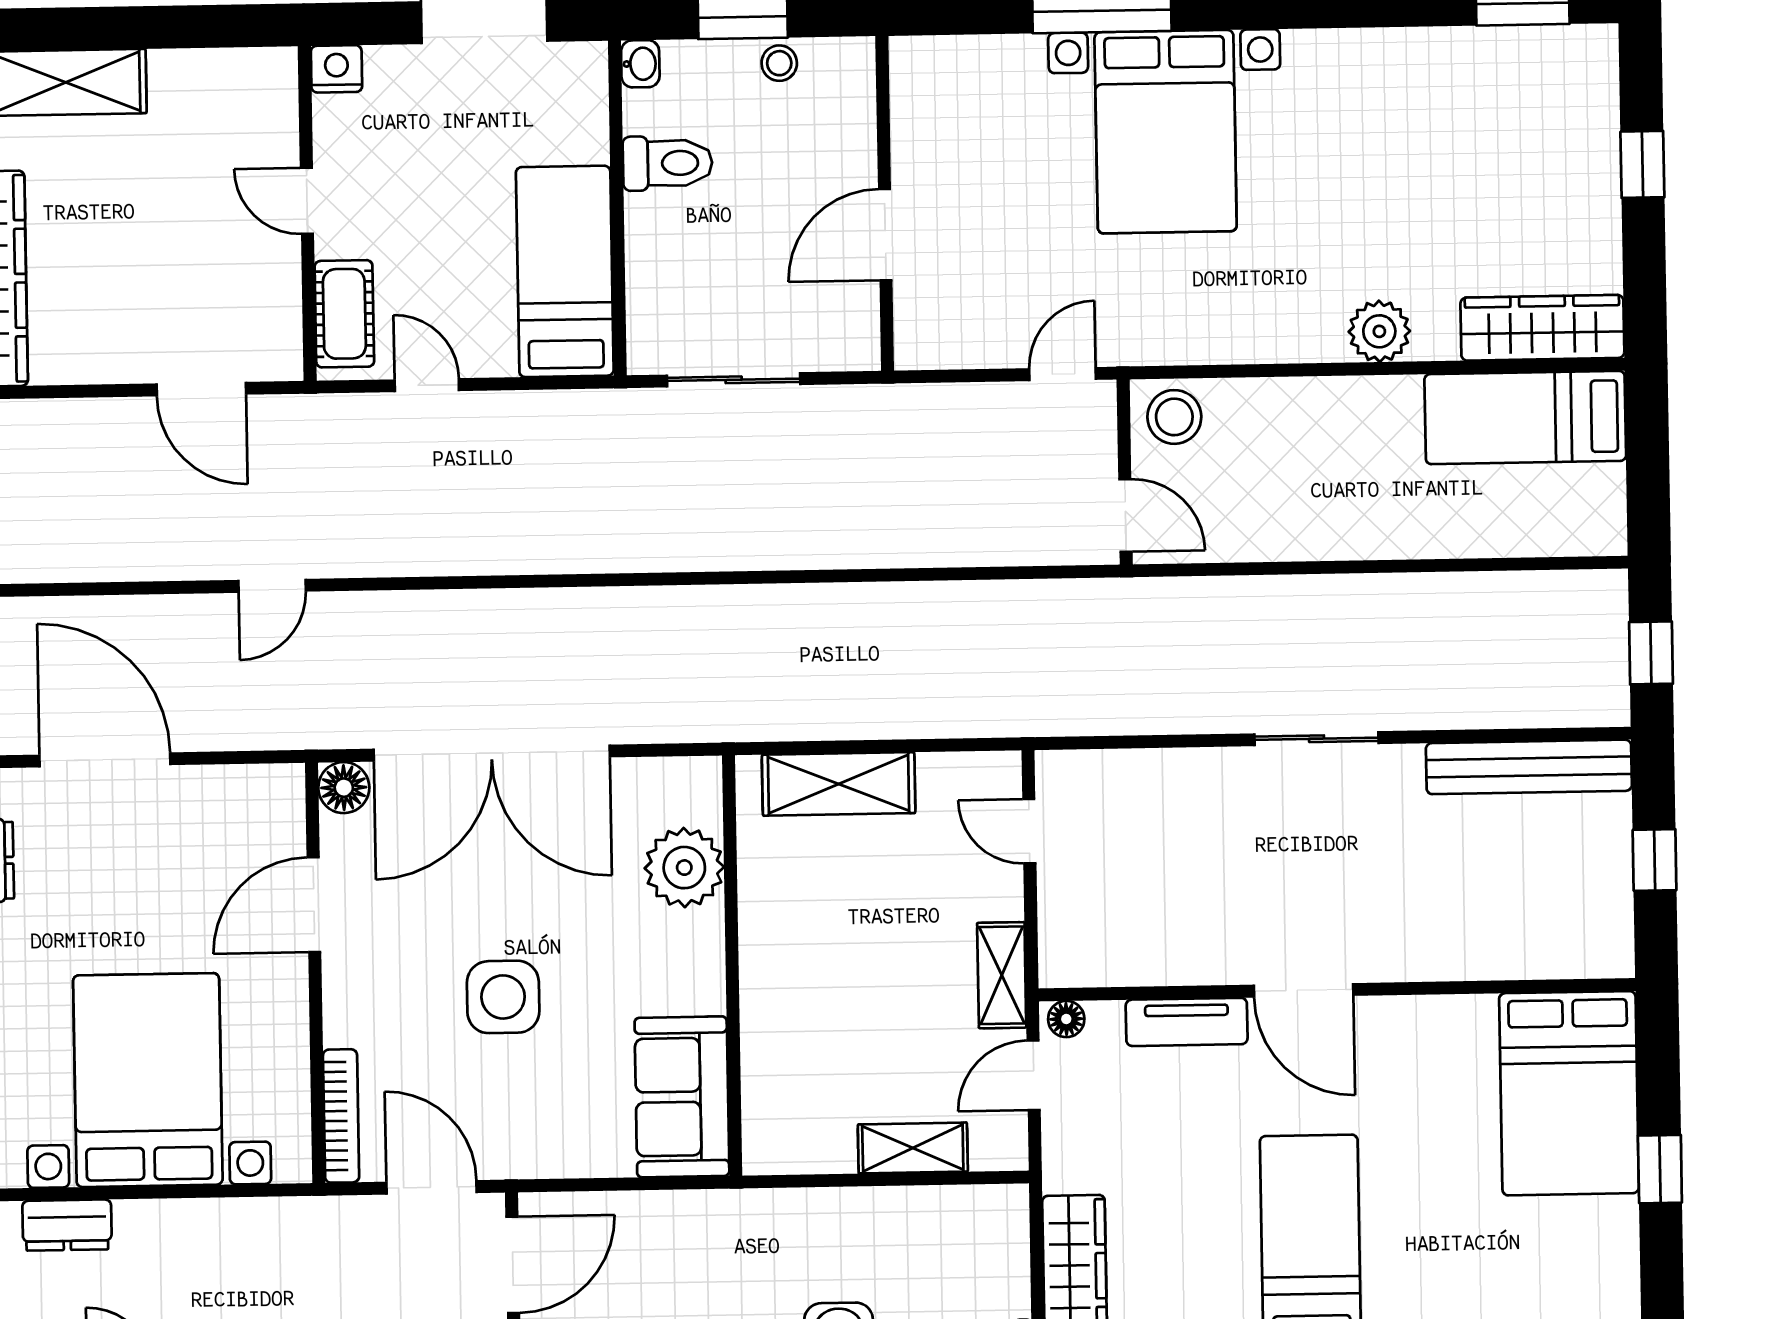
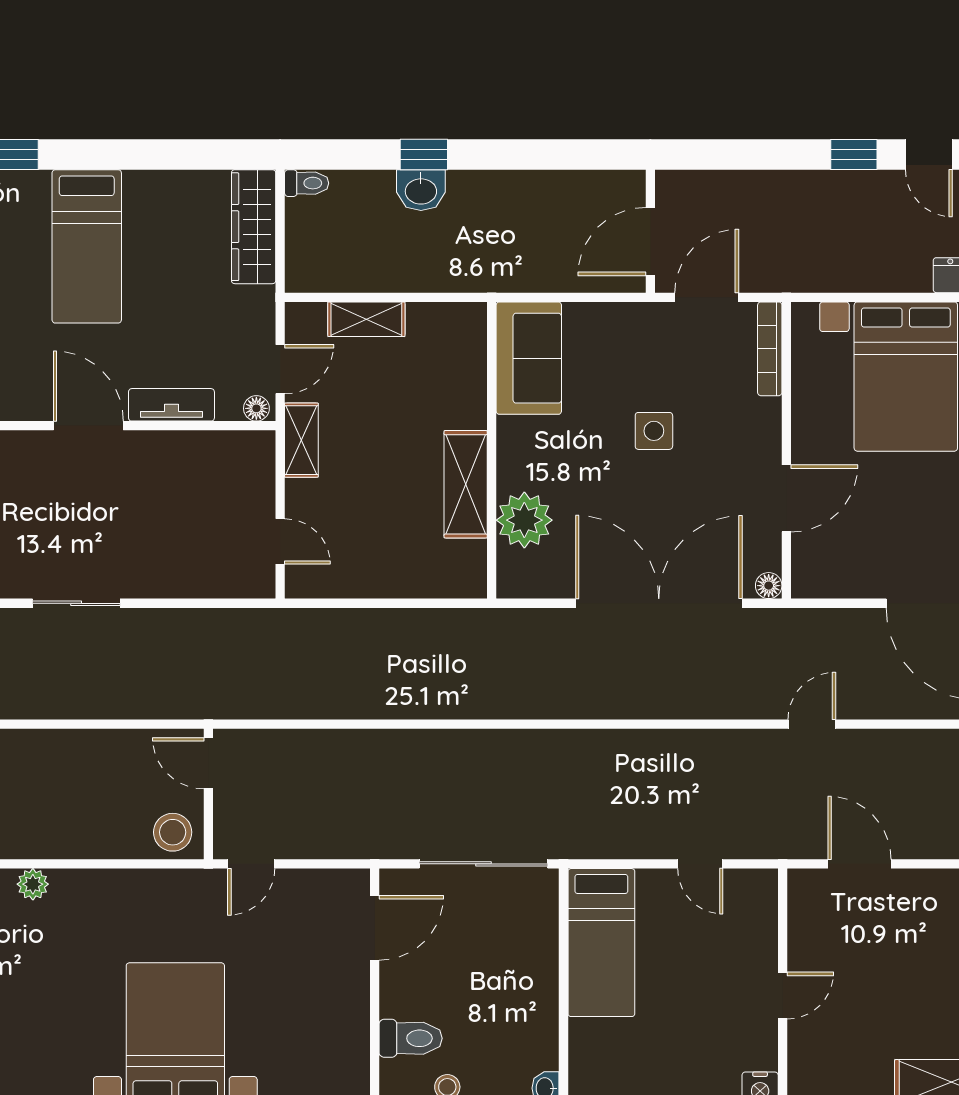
toilet: (668, 163) -> (411, 1038), moved, turned 180
door: (307, 201) -> (783, 996), hinge flipped
door: (885, 235) -> (375, 928), moved
cot: (344, 314) -> (758, 915), removed
plant: (1379, 331) -> (33, 884), width x0.73, depth x0.73
sliding door: (734, 380) -> (483, 864), width x1.37
shelving: (839, 784) -> (466, 484), moved, turned 90
floor lamp: (344, 788) -> (769, 586), width x0.73, depth x0.73
side table: (503, 997) -> (654, 431), width x0.73, depth x0.73
door: (431, 1187) -> (707, 297), swing flipped

